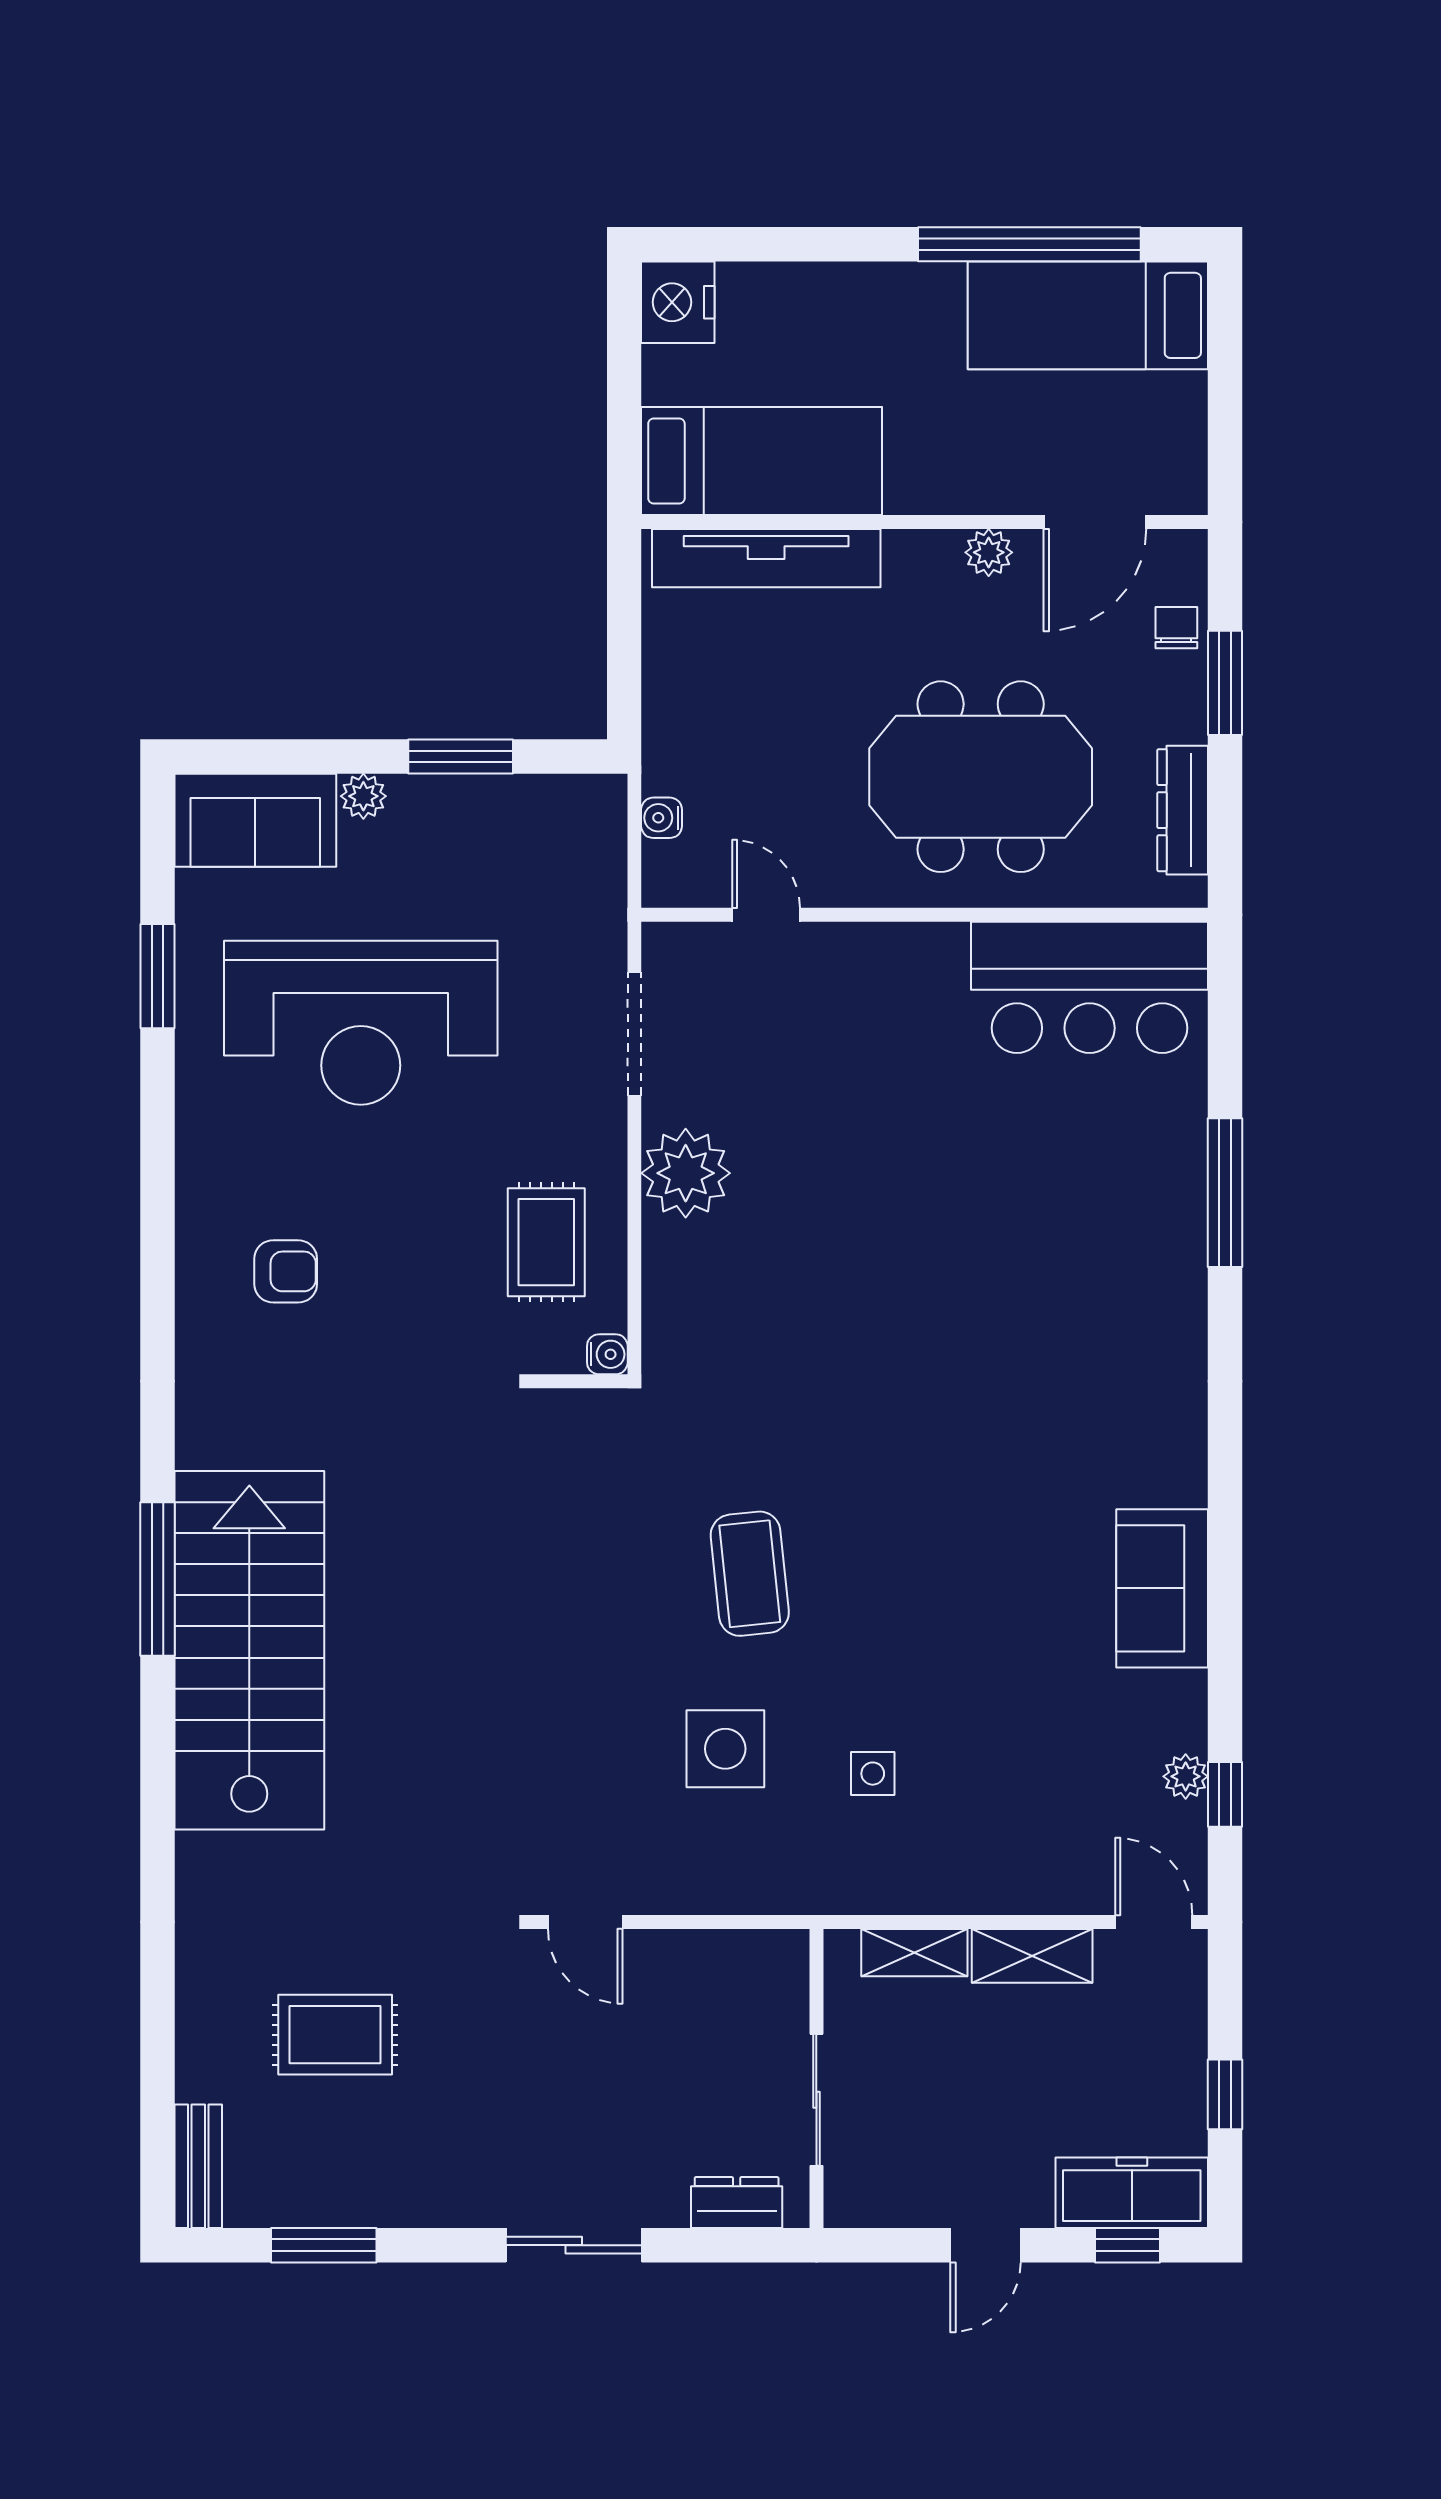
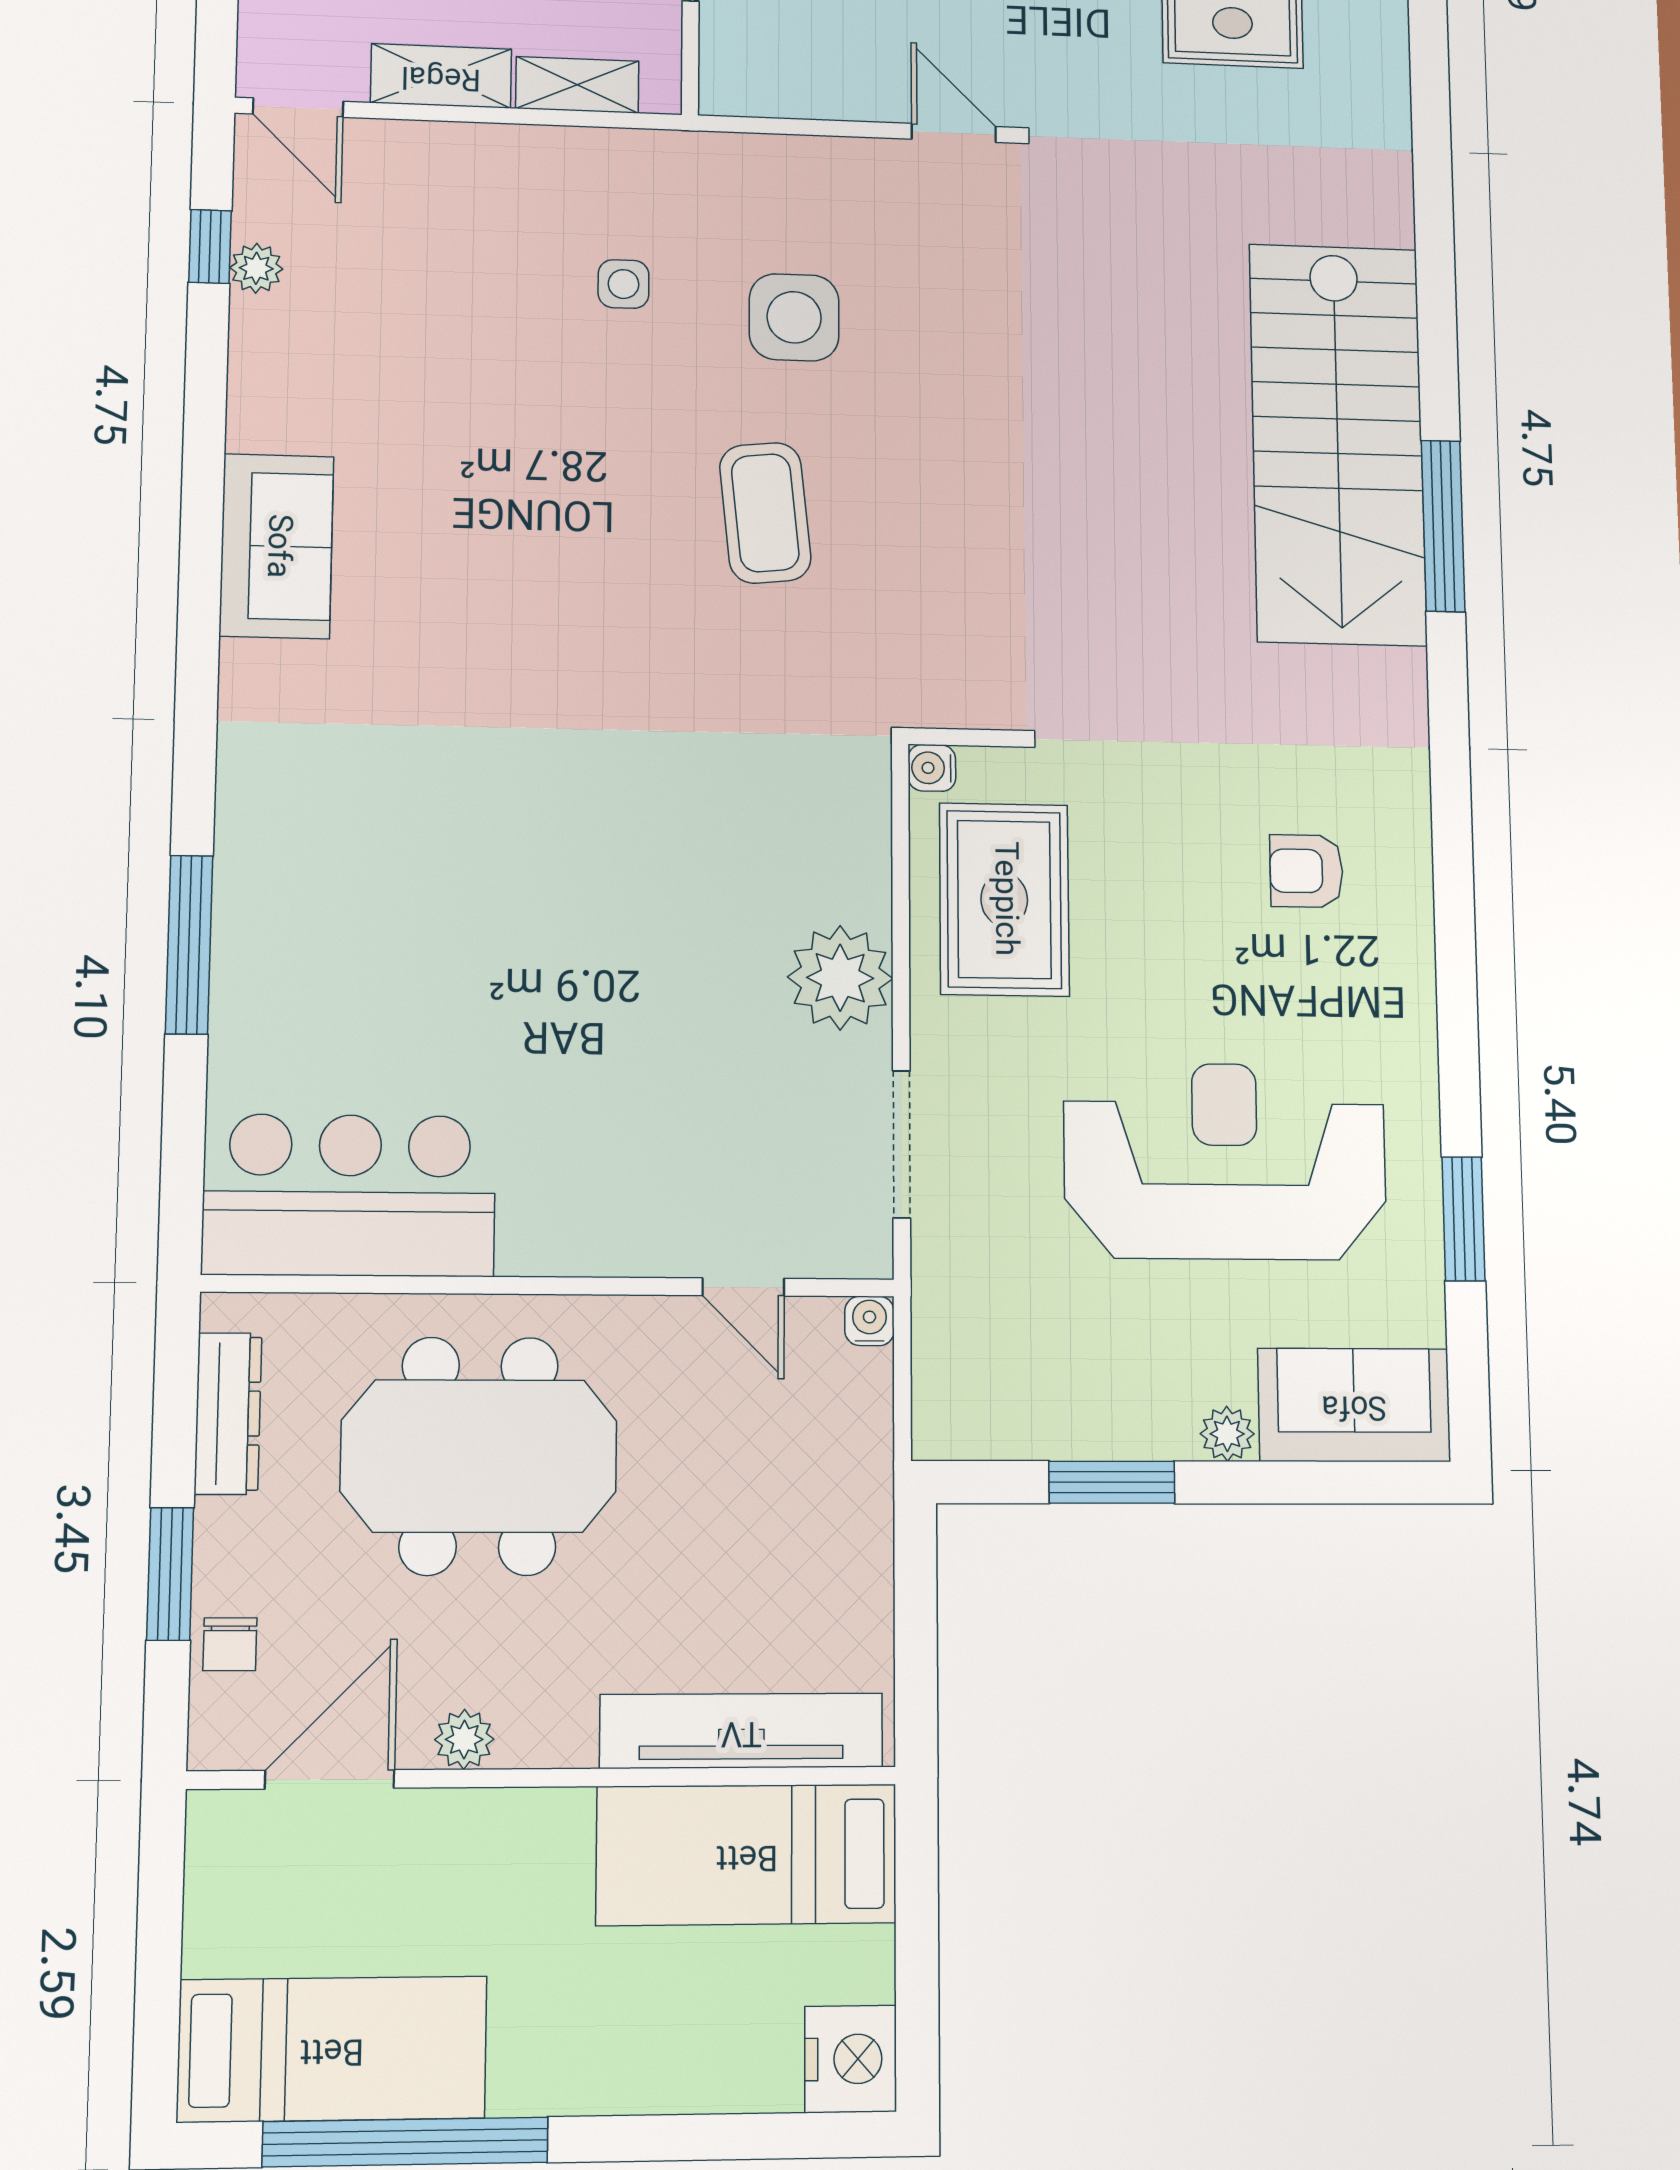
water cooler: (662, 818) -> (869, 1321), moved, turned -90
rug: (546, 1242) -> (1004, 899), width x1.36, depth x1.43
sofa: (1162, 1588) -> (277, 546), moved

